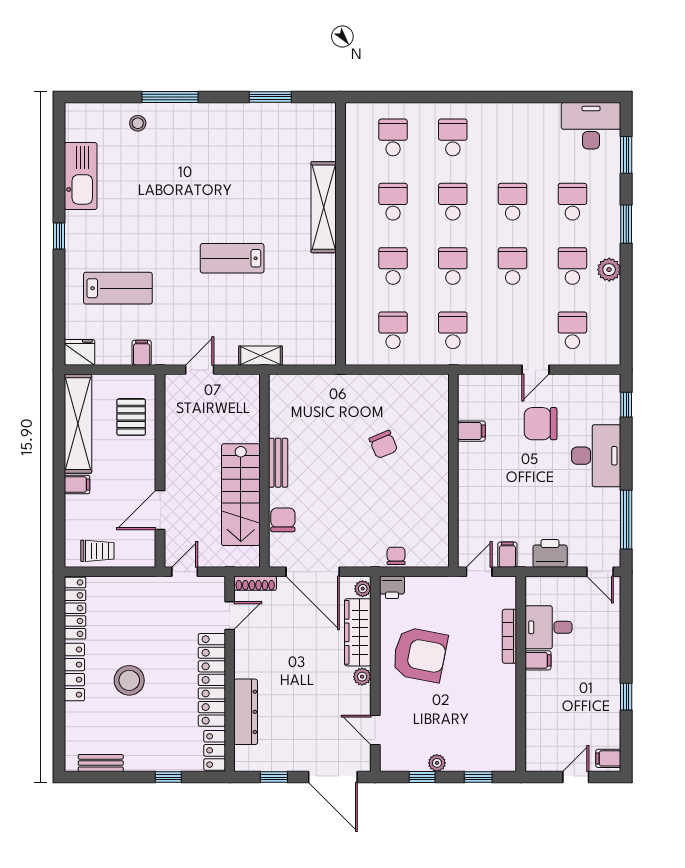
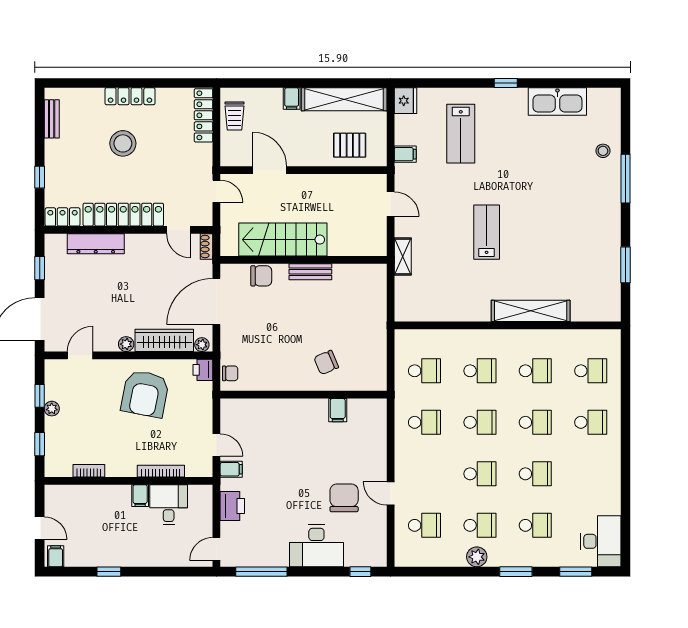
filing cabinet: (471, 431) -> (338, 410), moved
wall: (453, 471) -> (304, 395), moved
shoe rack: (255, 583) -> (207, 246), width x0.70
locker: (75, 608) -> (204, 115), moved, turned 90
bookcase: (509, 720) -> (89, 471), added

